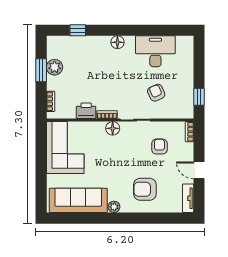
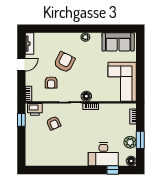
floor lamp: (117, 42) -> (131, 161), moved
desk: (155, 51) -> (103, 154), moved
printer: (86, 111) -> (35, 109), moved
door: (199, 170) -> (21, 65), hinge flipped
armchair: (145, 189) -> (64, 62), moved, turned -63
sofa: (78, 200) -> (118, 42), width x0.73

